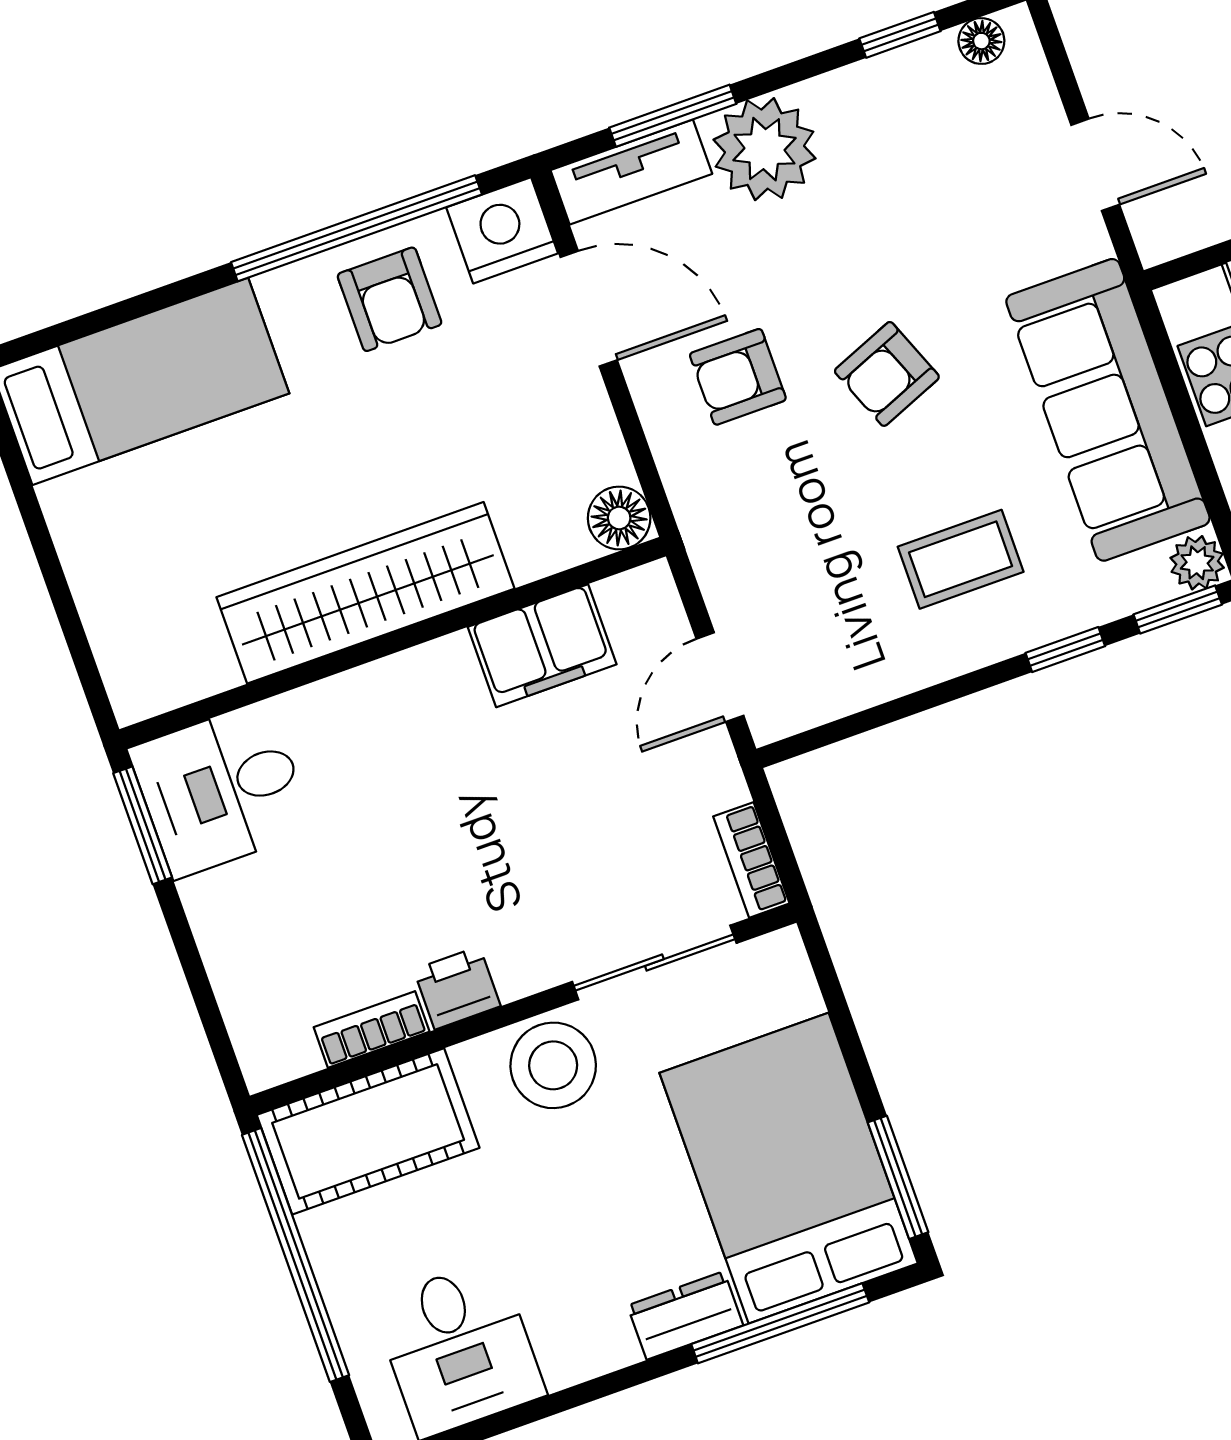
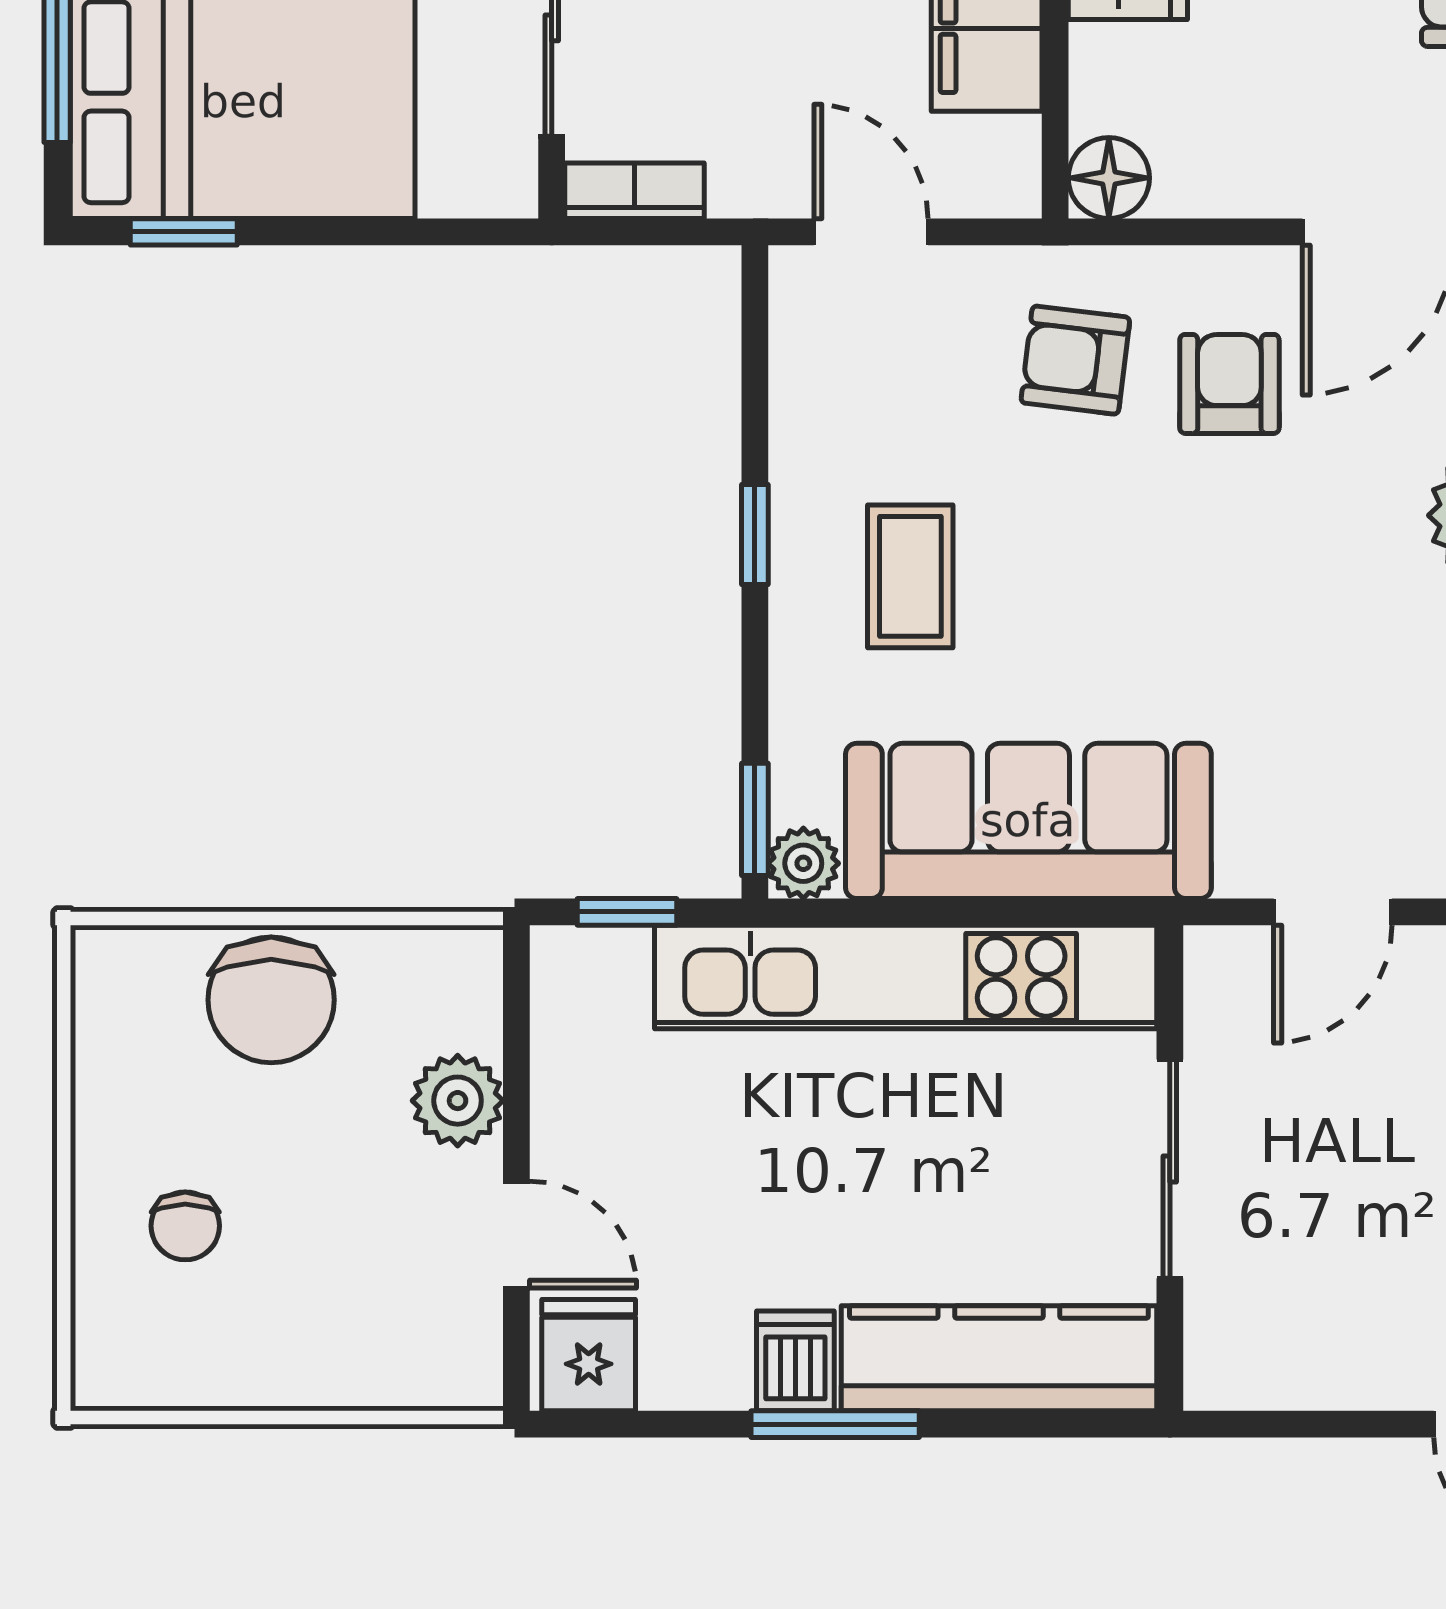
armchair: (887, 374) -> (1075, 360), moved, turned -61
window: (1065, 650) -> (755, 534), moved
window: (898, 1177) -> (184, 232), width x0.67

